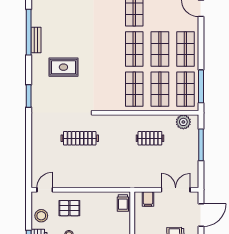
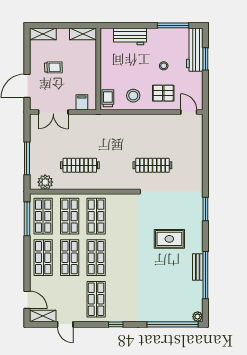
clothes rail: (150, 138) -> (80, 165), width x1.36
door: (45, 190) -> (189, 112), swing flipped
stool: (41, 216) -> (133, 96), moved

